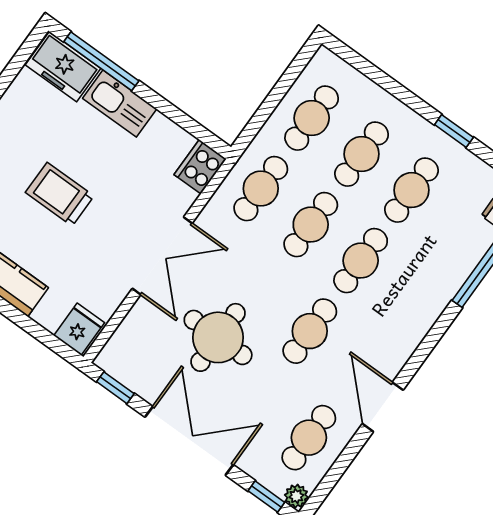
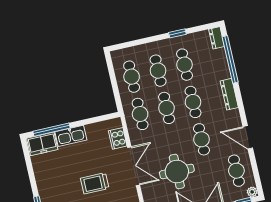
cooker: (200, 167) -> (118, 138), moved
trolley: (60, 194) -> (95, 183), moved
dresser: (428, 311) -> (229, 94), added

